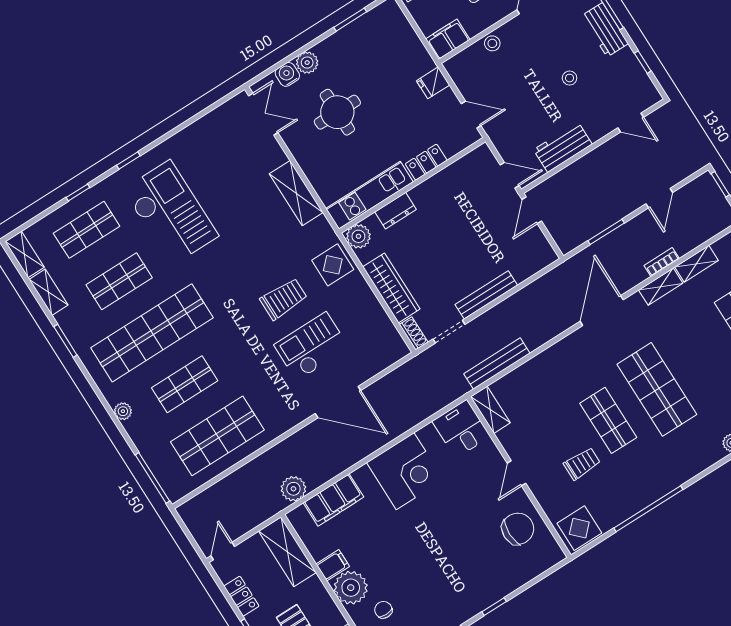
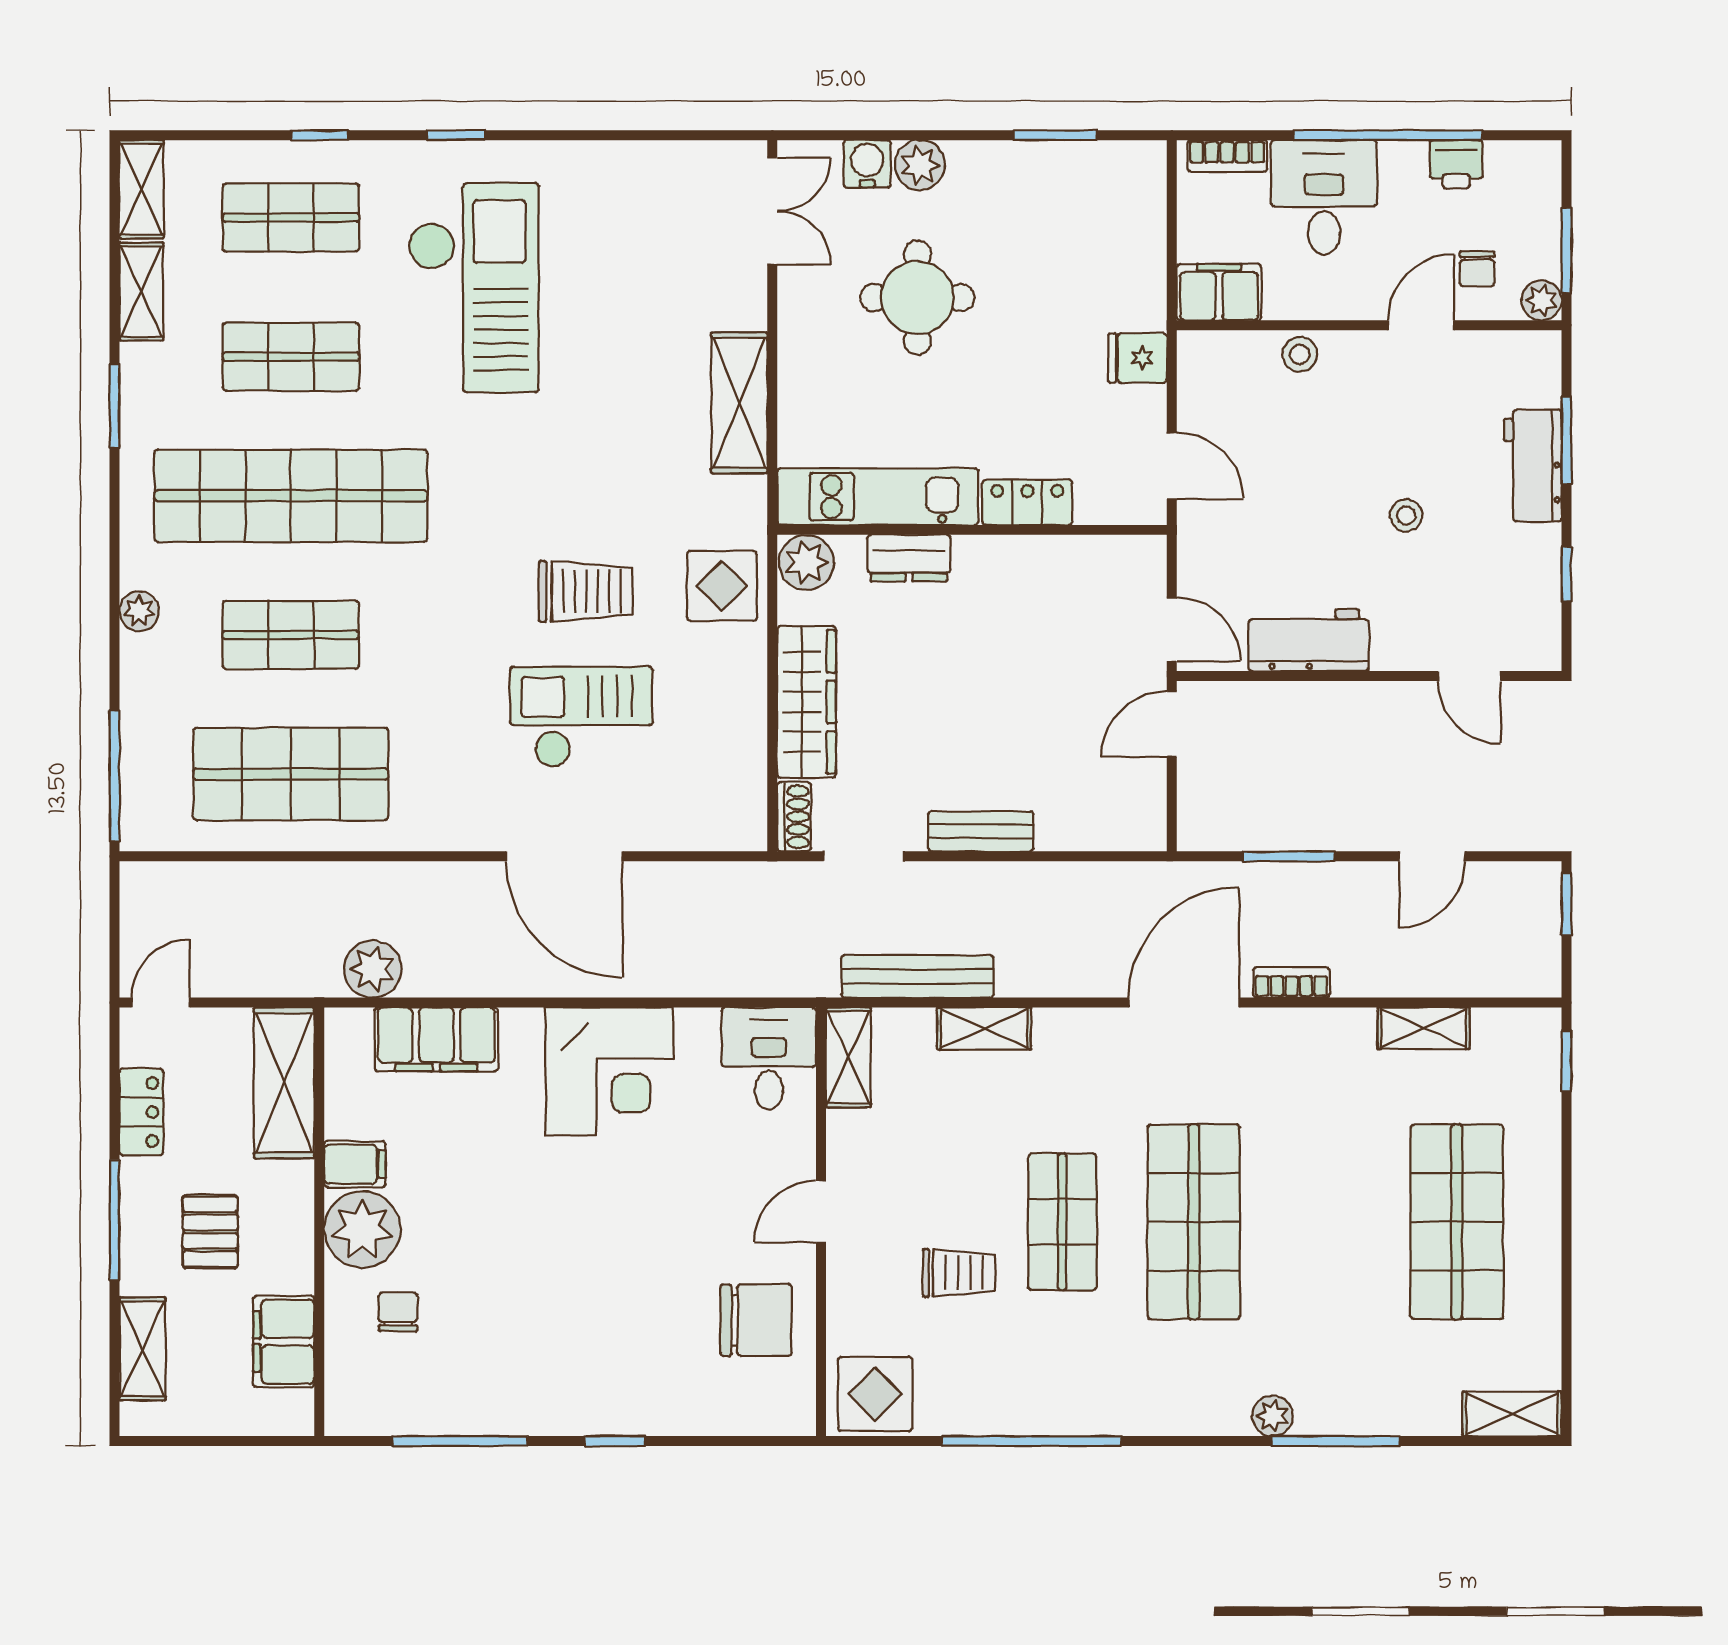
bookcase: (662, 262) -> (1291, 982), moved
shelving: (661, 287) -> (984, 1028), moved
bench: (486, 295) -> (981, 831), width x0.73

